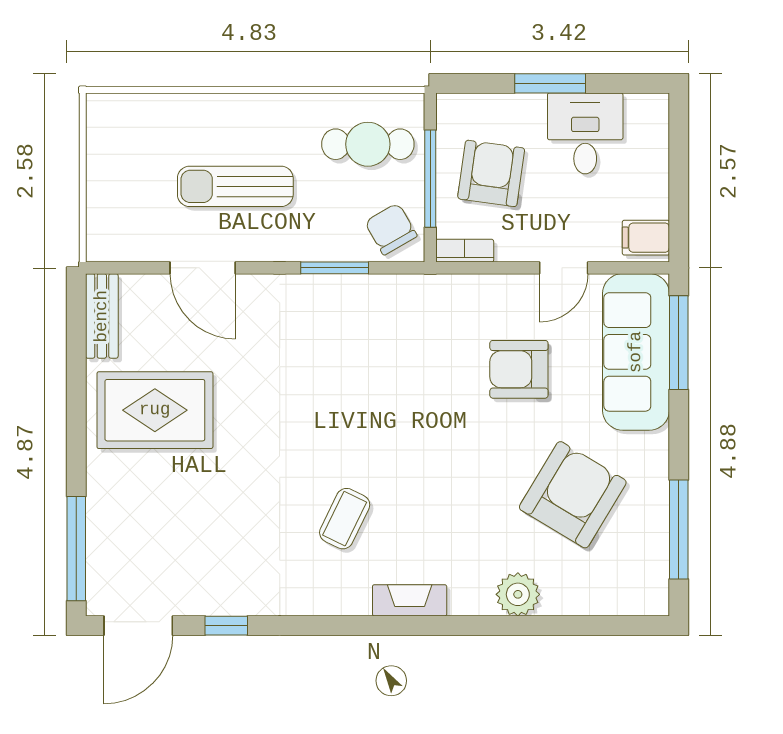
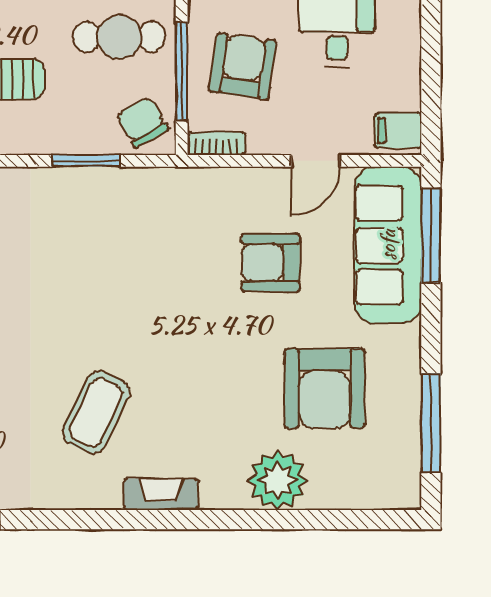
armchair: (573, 495) -> (325, 388), turned 149
coffee table: (345, 519) -> (96, 412), width x1.36, depth x1.30
plant: (518, 594) -> (277, 480), width x1.36, depth x1.36

